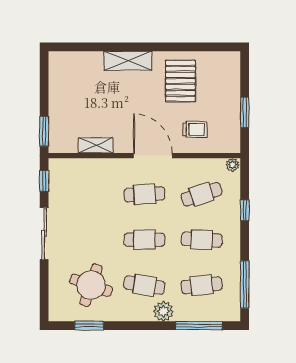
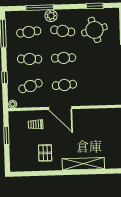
shelving: (128, 61) -> (83, 164), width x1.47
pallet: (180, 81) -> (45, 153), width x0.67, depth x0.71
shelving: (96, 145) -> (94, 113), removed
round table: (91, 285) -> (94, 30), turned -34
window: (199, 326) -> (40, 8), moved

